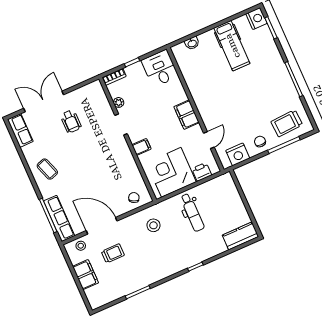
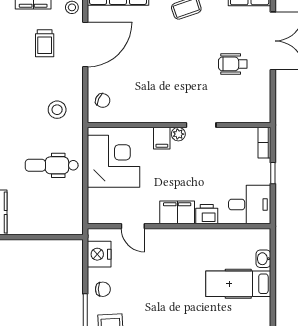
hospital bed: (232, 46) -> (238, 284), moved
plant: (119, 102) -> (178, 134), moved
printer: (202, 172) -> (207, 214), moved, turned -90

